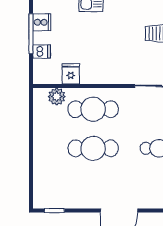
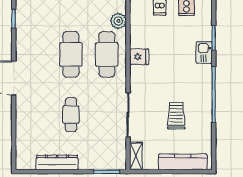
fridge: (71, 74) -> (139, 57), moved

